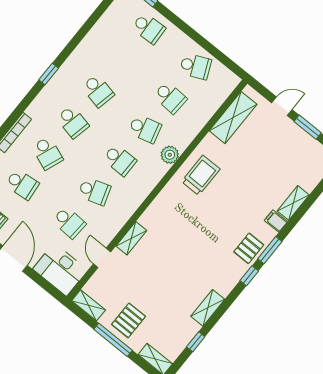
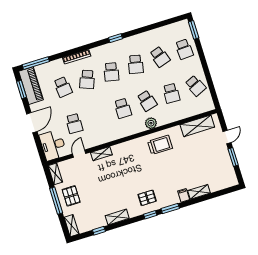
door: (282, 106) -> (227, 137), hinge flipped
school desk: (94, 191) -> (160, 57), moved
pallet: (249, 248) -> (147, 198), moved
pallet: (129, 320) -> (71, 196), turned 90

